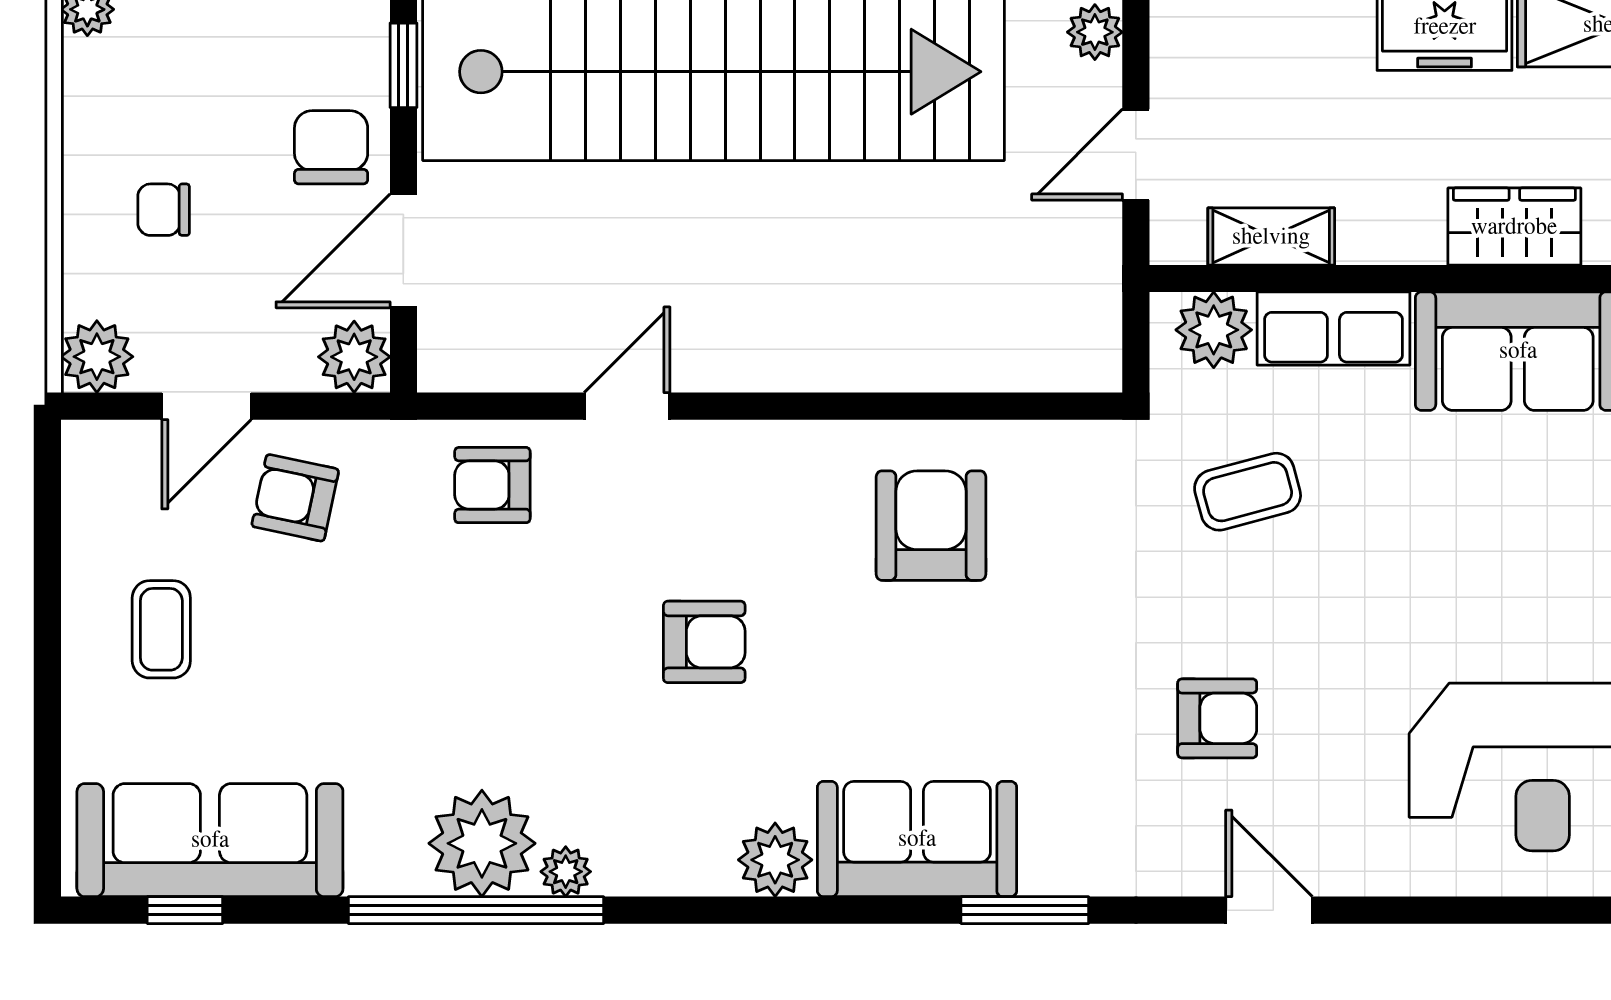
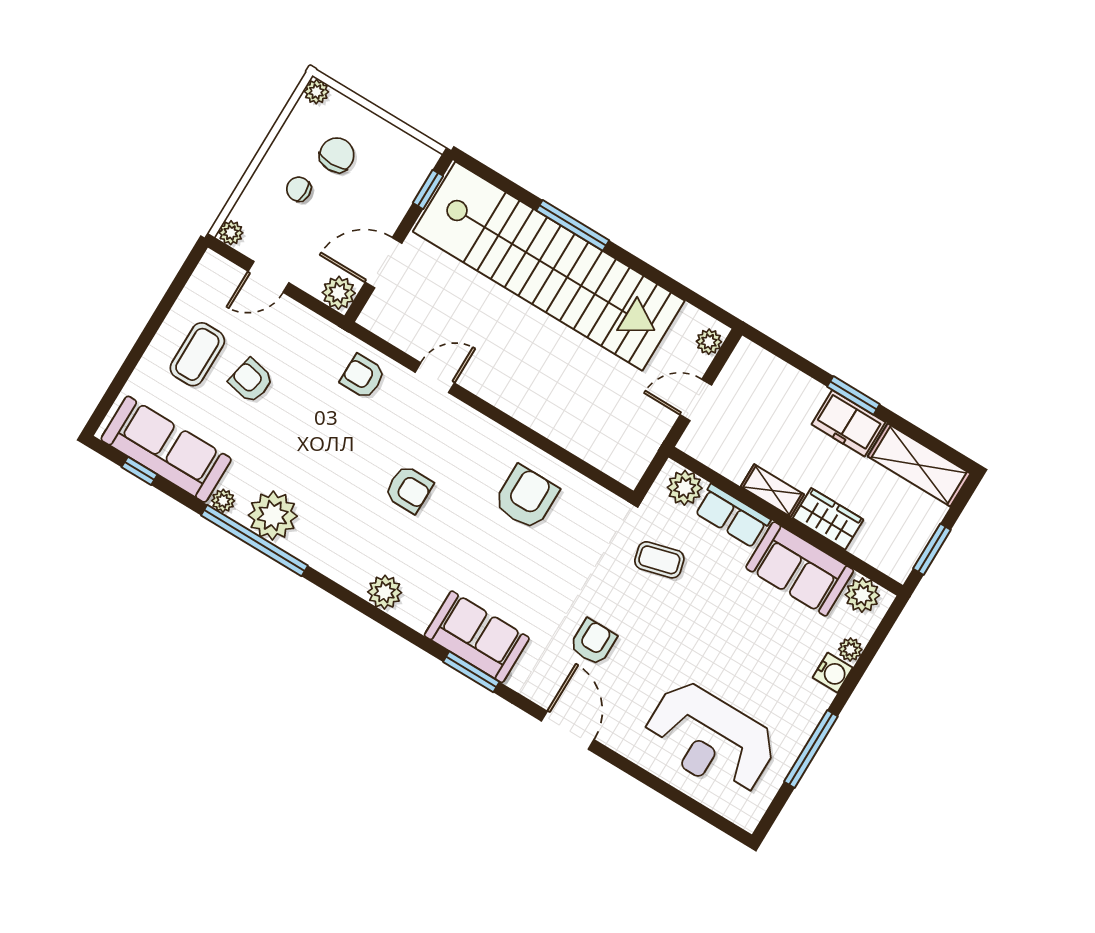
chair: (331, 147) -> (337, 155), moved
shelving: (1271, 237) -> (772, 491), moved
plant: (97, 357) -> (231, 233), width x0.73, depth x0.73
armchair: (295, 498) -> (251, 381), moved
coffee table: (161, 629) -> (197, 354), width x1.36, depth x1.30
armchair: (1217, 718) -> (593, 642), turned -90
sofa: (917, 839) -> (477, 637), moved
plant: (566, 872) -> (223, 501), moved
door: (1269, 910) -> (568, 730), width x1.37

